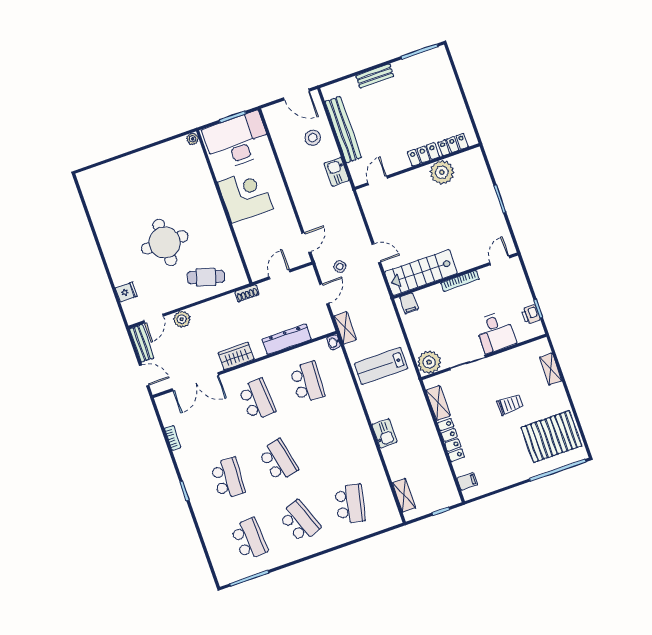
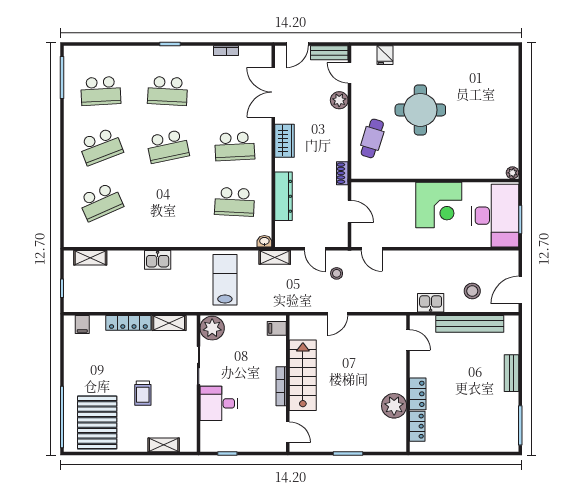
stairs: (421, 273) -> (303, 375), moved
printer: (531, 315) -> (224, 444), removed
school desk: (350, 504) -> (101, 202), turned -36

